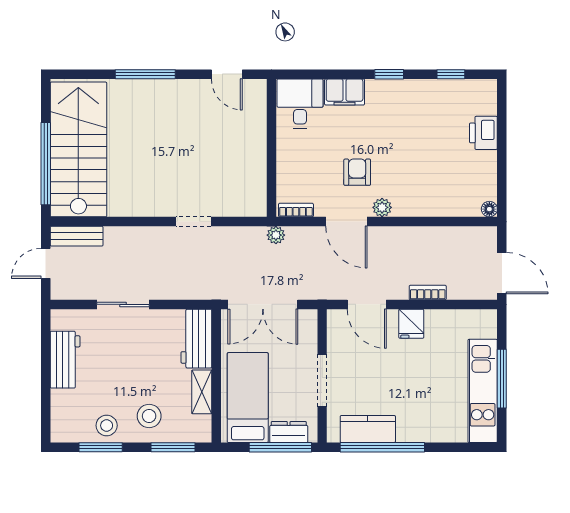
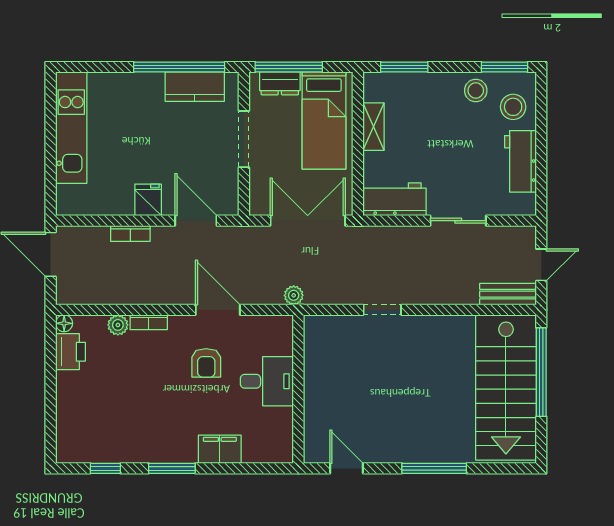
window: (389, 74) -> (172, 468), width x1.50
desk: (300, 103) -> (267, 381), moved, turned -90
printer: (483, 133) -> (70, 352), moved
plant: (382, 207) -> (118, 325), moved
bookcase: (296, 210) -> (149, 322), moved
workbench: (196, 339) -> (395, 199), moved, turned -90
window: (502, 379) -> (51, 141), removed
stool: (149, 416) -> (513, 107), moved
window: (101, 447) -> (505, 67), moved

